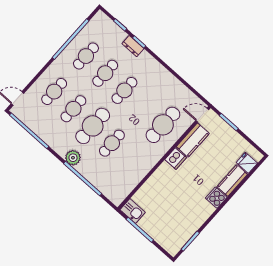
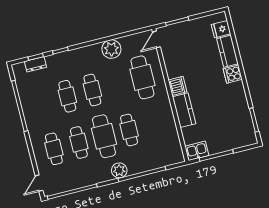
dresser: (133, 46) -> (35, 64), moved
cafe table: (86, 56) -> (42, 103), removed
plant: (169, 83) -> (111, 49), added
kitchen counter: (193, 140) -> (184, 110), moved

